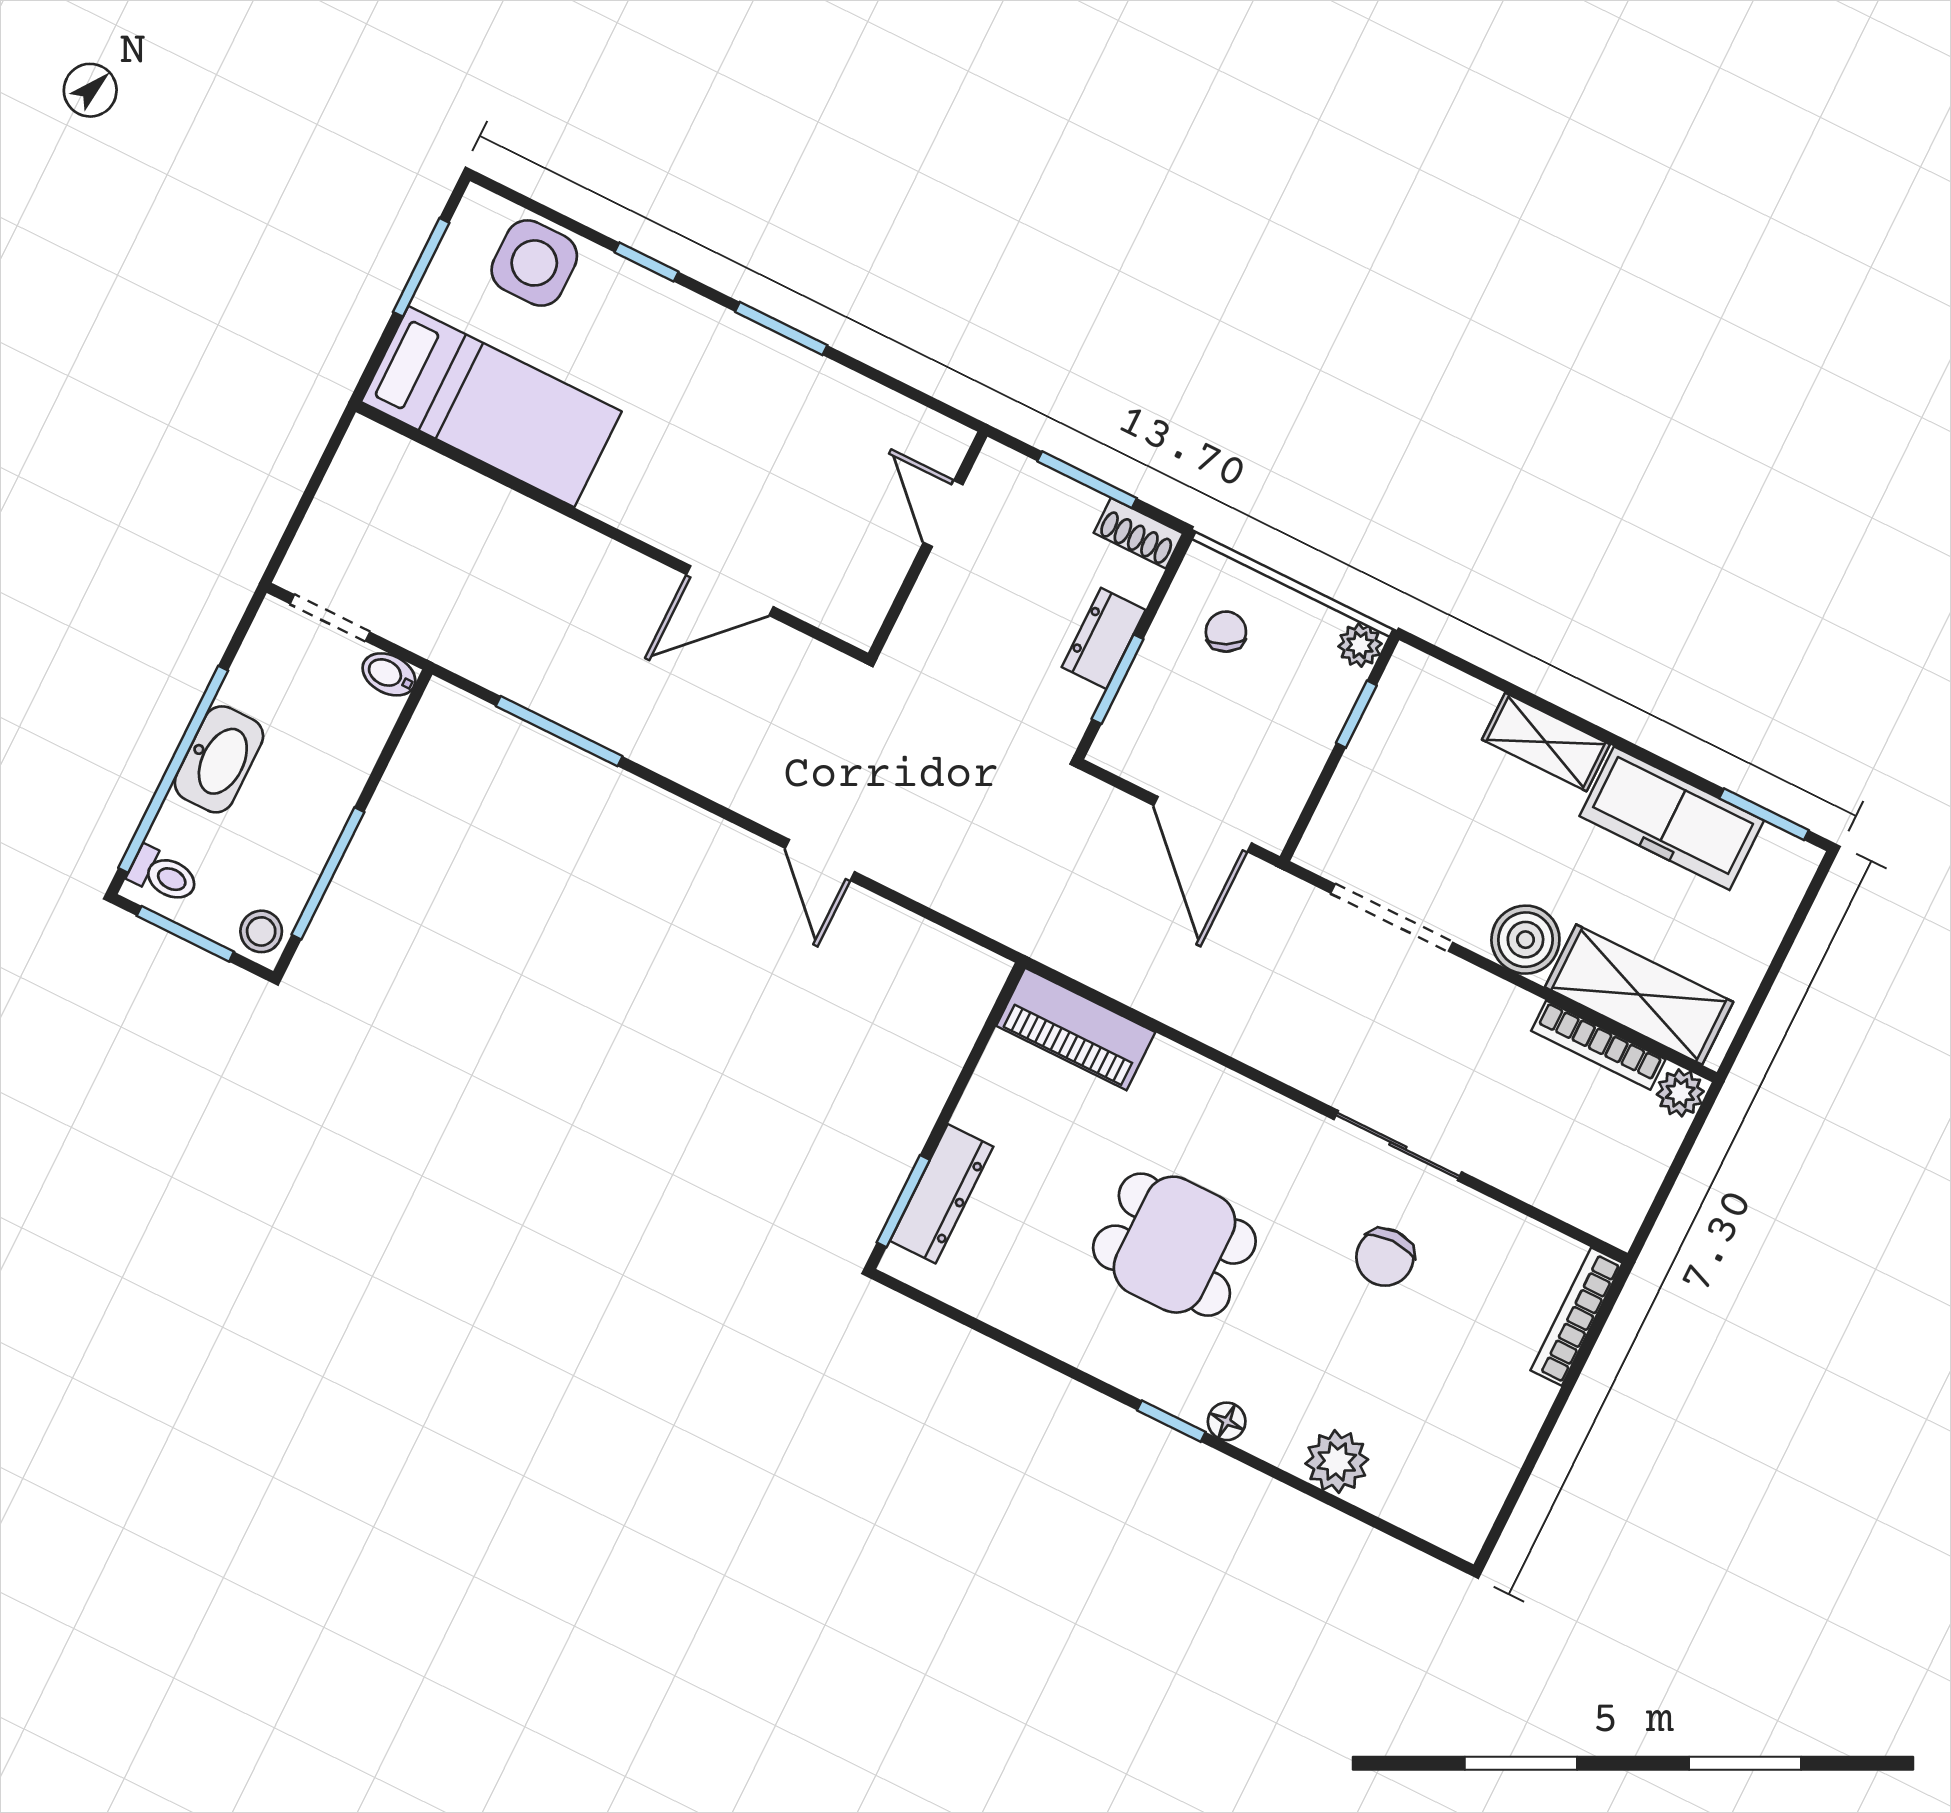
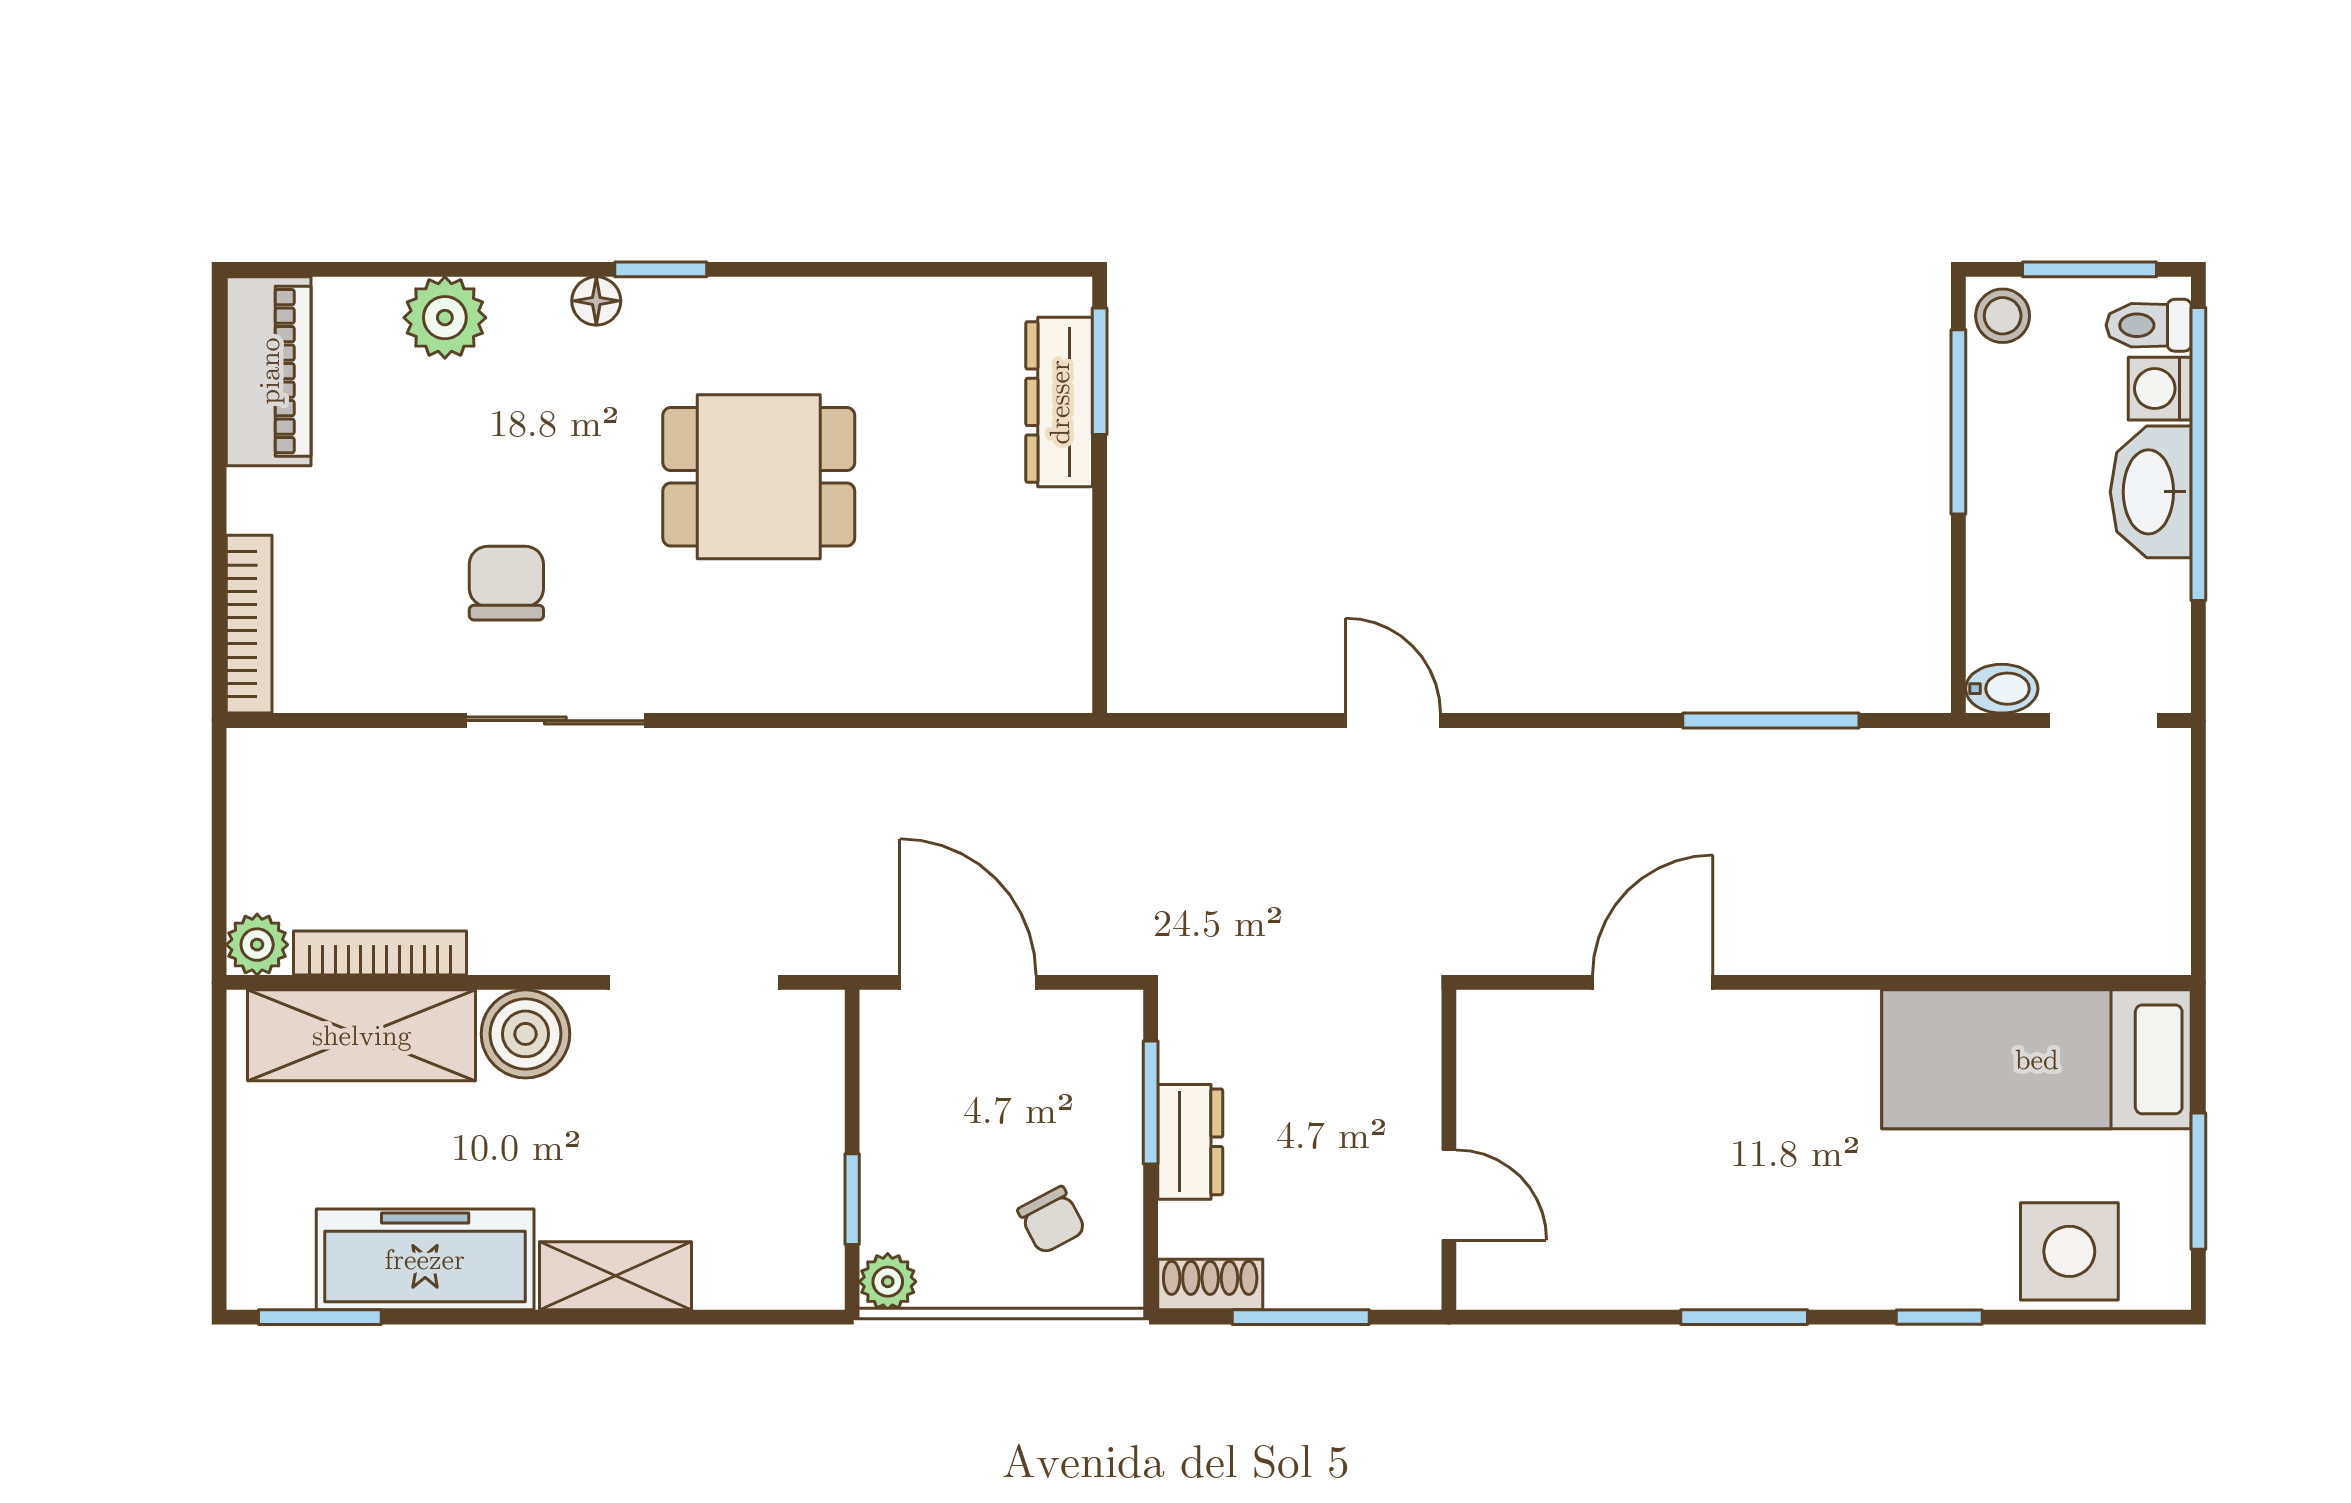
washing machine: (178, 828) -> (2160, 389), added
piano: (1076, 1029) -> (269, 371), moved, turned 90

